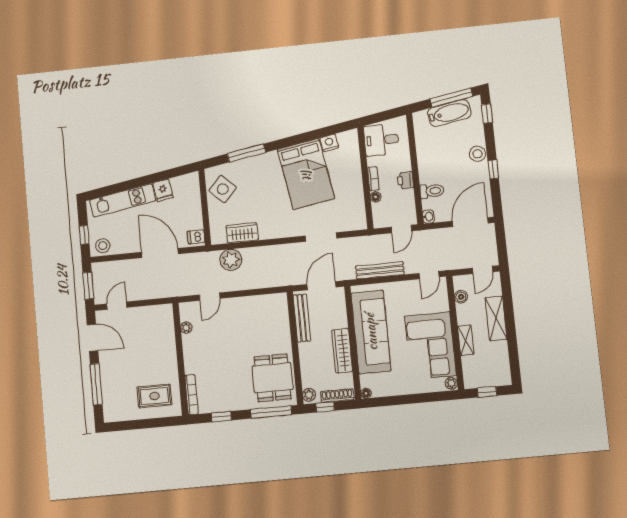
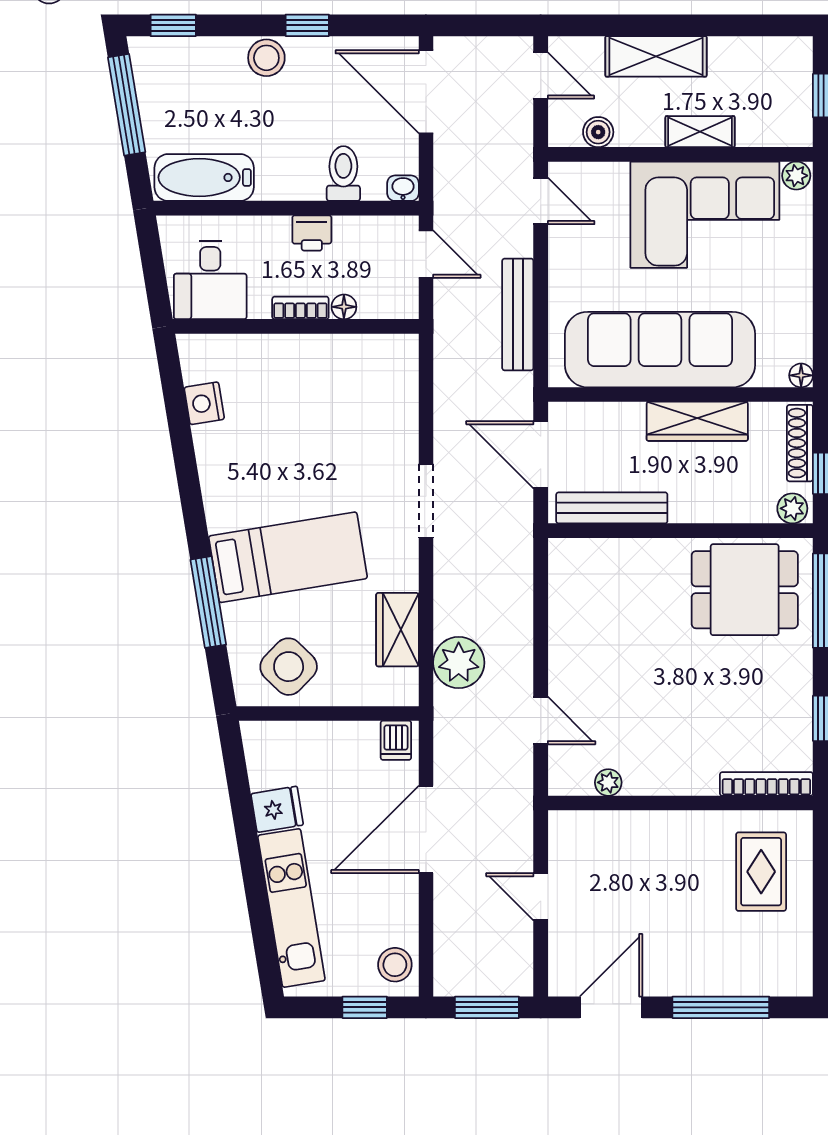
bathtub: (449, 113) -> (204, 177), moved, turned -81
bed: (306, 174) -> (288, 557), moved, width x0.67
doorway: (321, 237) -> (426, 501), moved
door: (117, 306) -> (541, 897), moved

